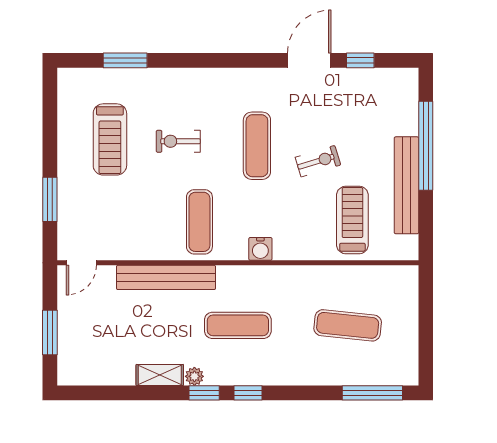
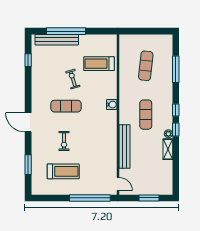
door: (309, 60) -> (28, 122), moved
bench: (406, 185) -> (57, 40), moved
window: (50, 199) -> (90, 198), width x2.11
exercise mat: (199, 222) -> (100, 132), removed
window: (372, 393) -> (176, 69), moved

